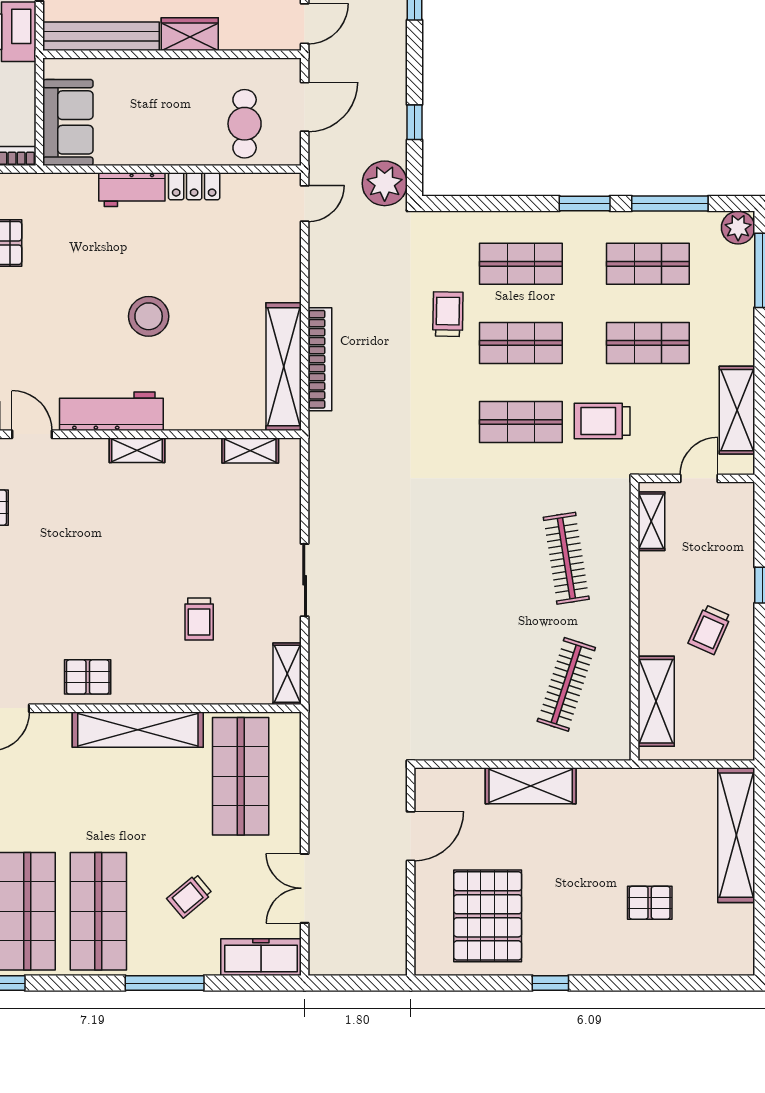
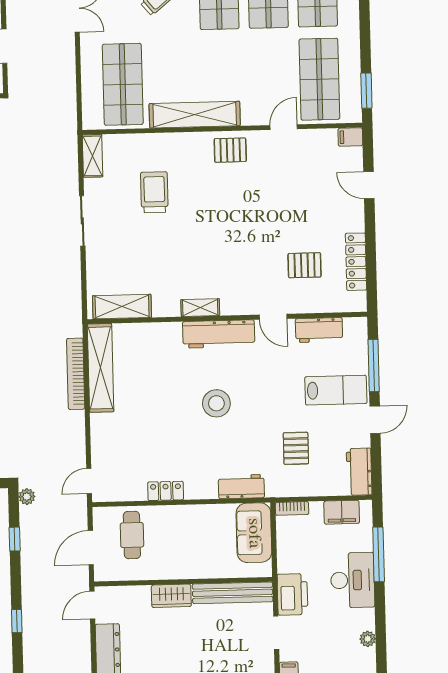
plant: (385, 183) -> (27, 497), width x0.53, depth x0.53
workbench: (132, 190) -> (241, 487), moved
stool: (149, 316) -> (216, 403), moved
shelving: (250, 450) -> (122, 307), width x1.50, depth x1.33
trolley: (199, 619) -> (154, 192), width x1.36, depth x1.39

